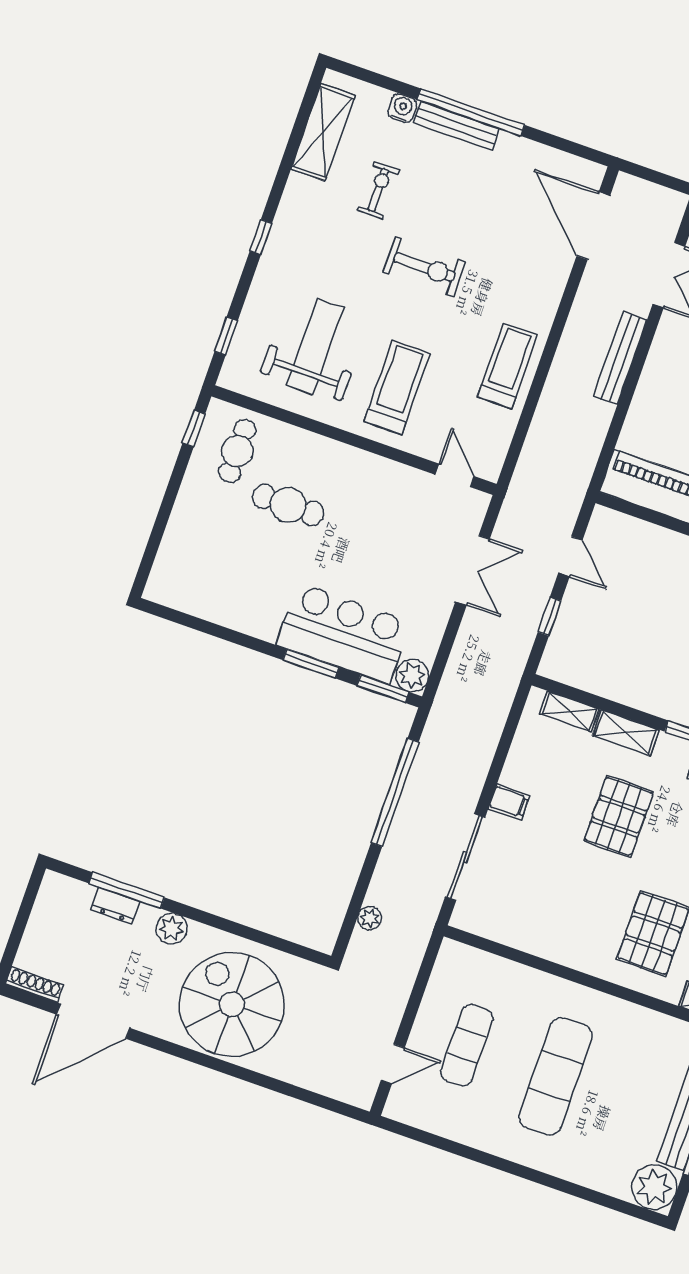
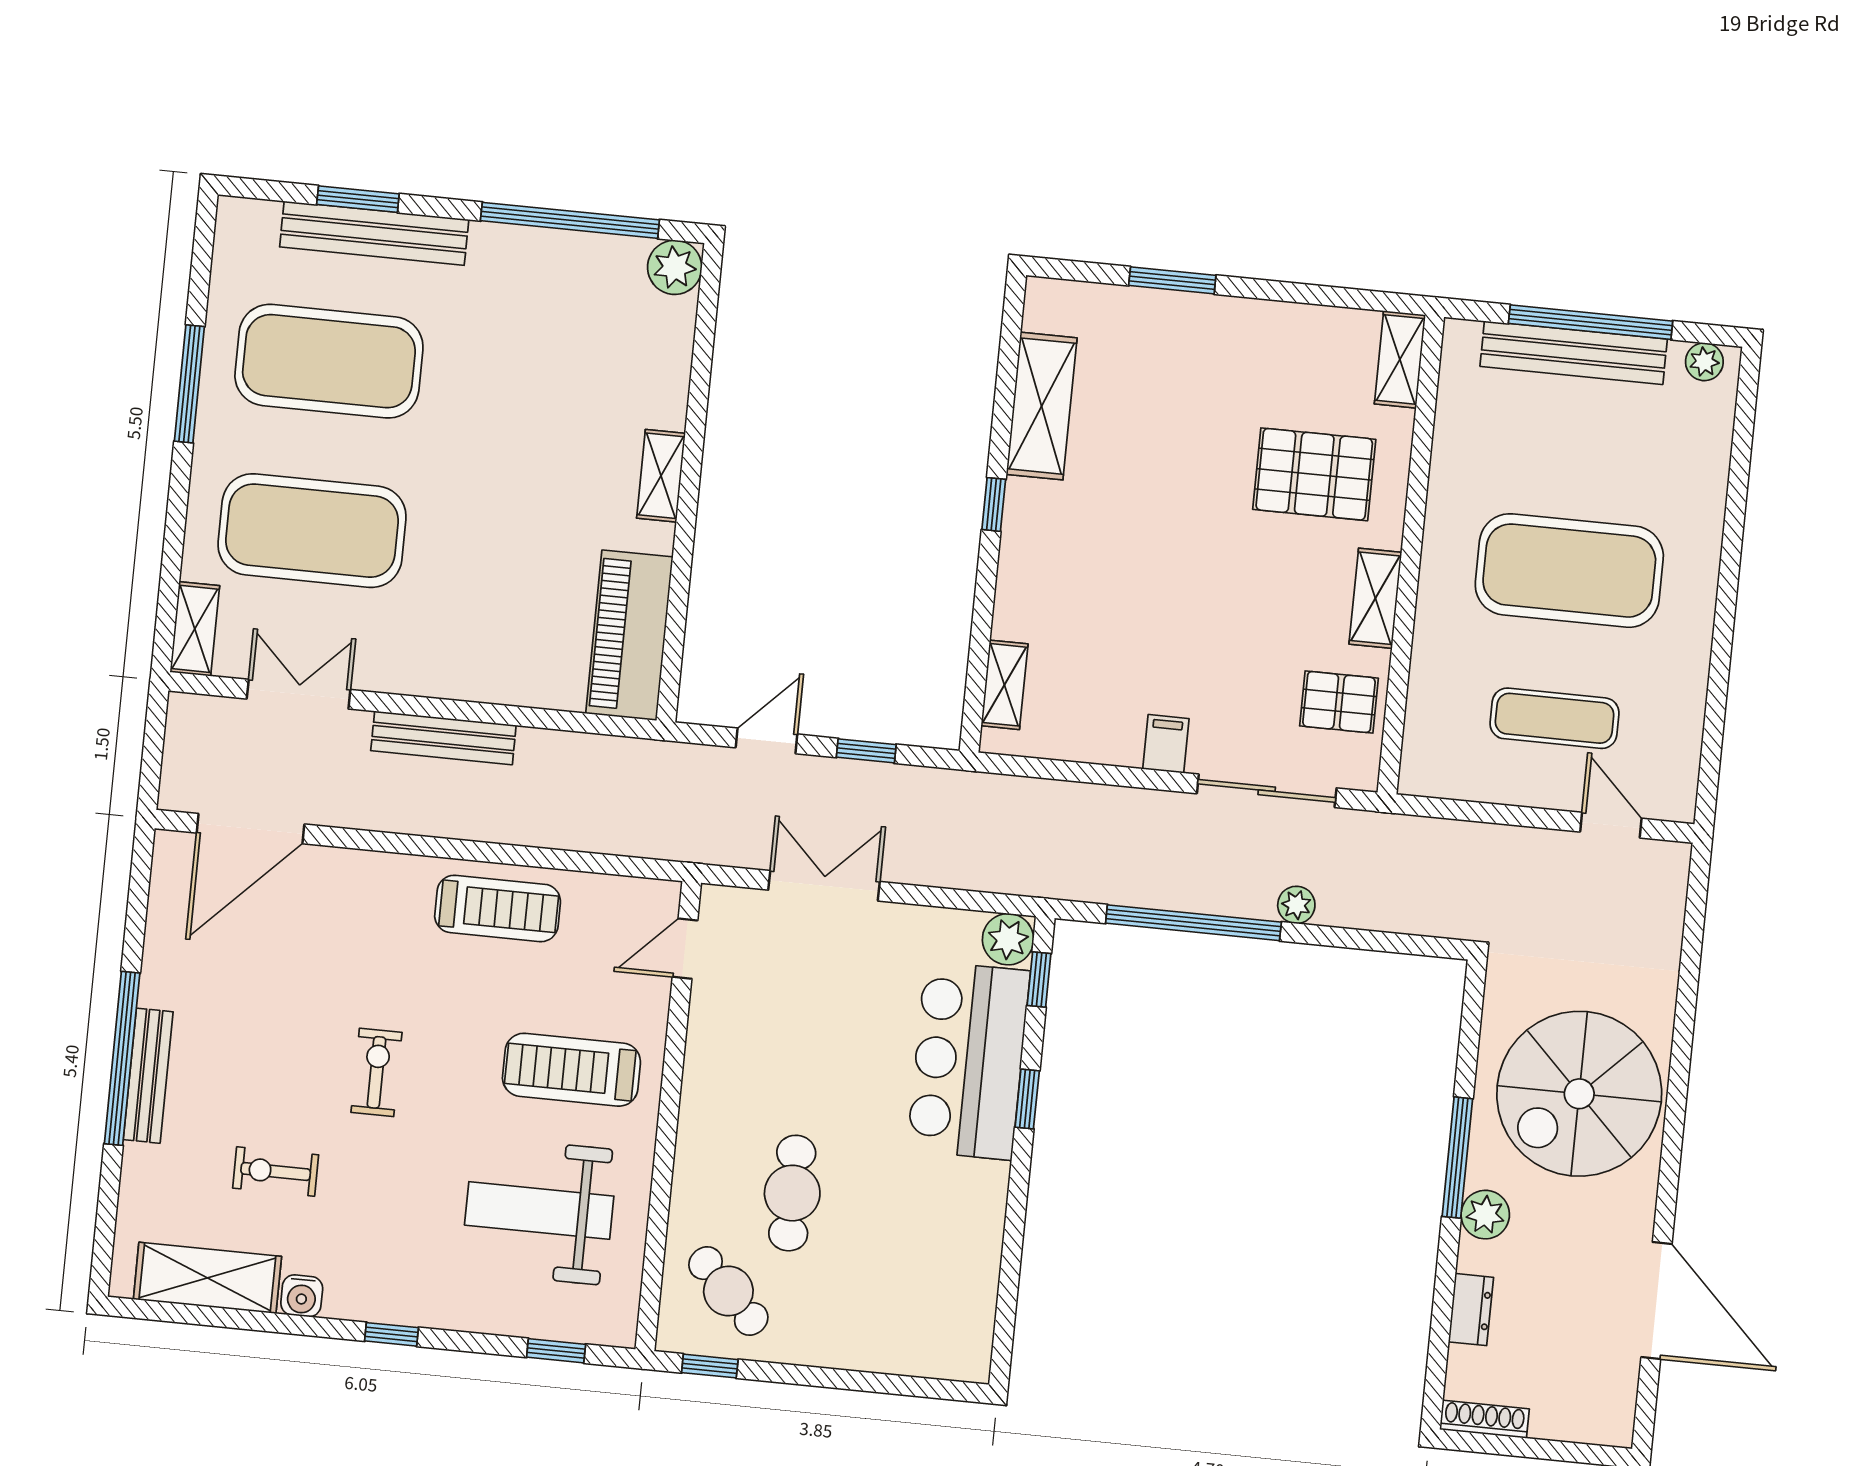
water cooler: (402, 108) -> (302, 1296), moved, turned -90
exercise bike: (424, 267) -> (377, 1072), width x0.73, depth x0.72
treadmill: (507, 366) -> (498, 908), turned 180
cafe table: (237, 451) -> (728, 1291), turned 45
window: (311, 664) -> (1027, 1099), width x0.67
window: (383, 689) -> (1039, 979), width x0.67
shelving: (626, 733) -> (1375, 598), moved
pallet: (619, 816) -> (1339, 702), moved, width x0.67, depth x0.71
window: (127, 890) -> (1457, 1158), moved
plant: (369, 918) -> (1296, 905), moved
shoe rack: (35, 985) -> (1484, 1419), moved, turned 90
exercise mat: (556, 1076) -> (1569, 571), width x1.47
plant: (654, 1187) -> (1704, 362), width x0.53, depth x0.53

